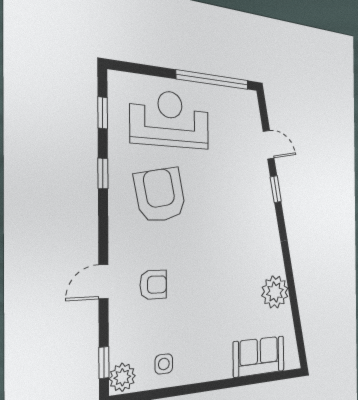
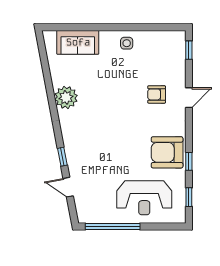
armchair: (160, 195) -> (167, 152), moved, turned 101
plant: (275, 292) -> (66, 97), moved
side table: (164, 364) -> (127, 43), moved
plant: (122, 377) -> (177, 40), removed

